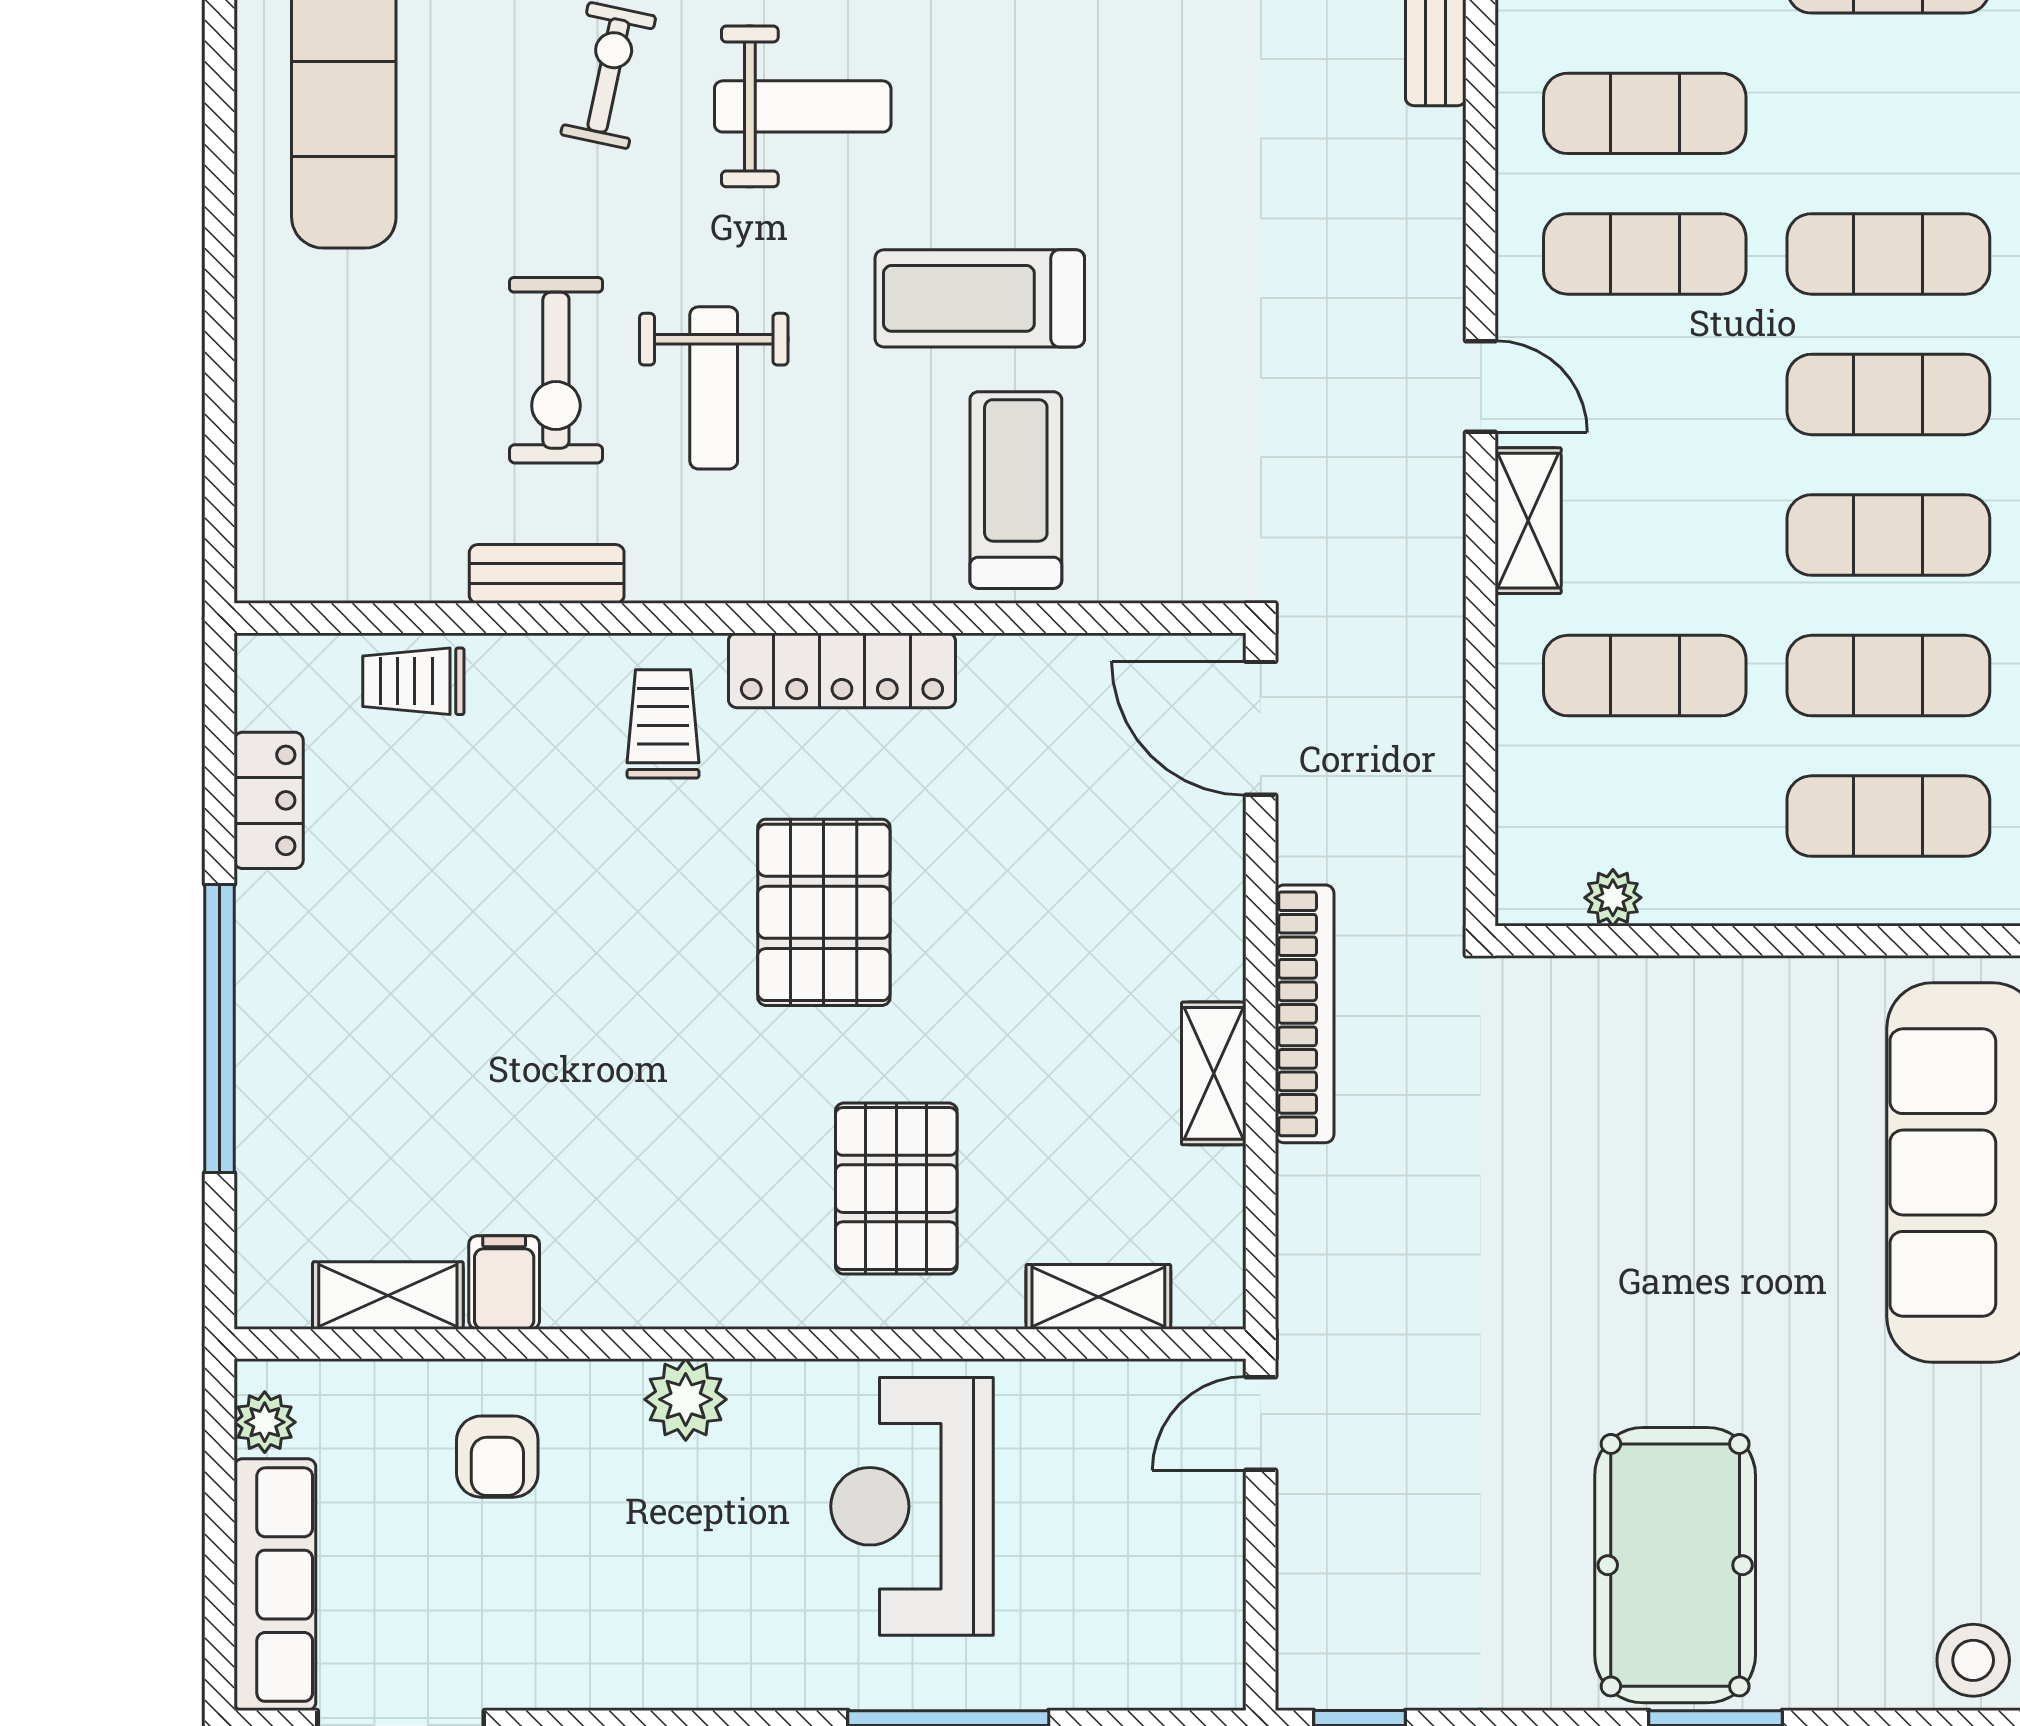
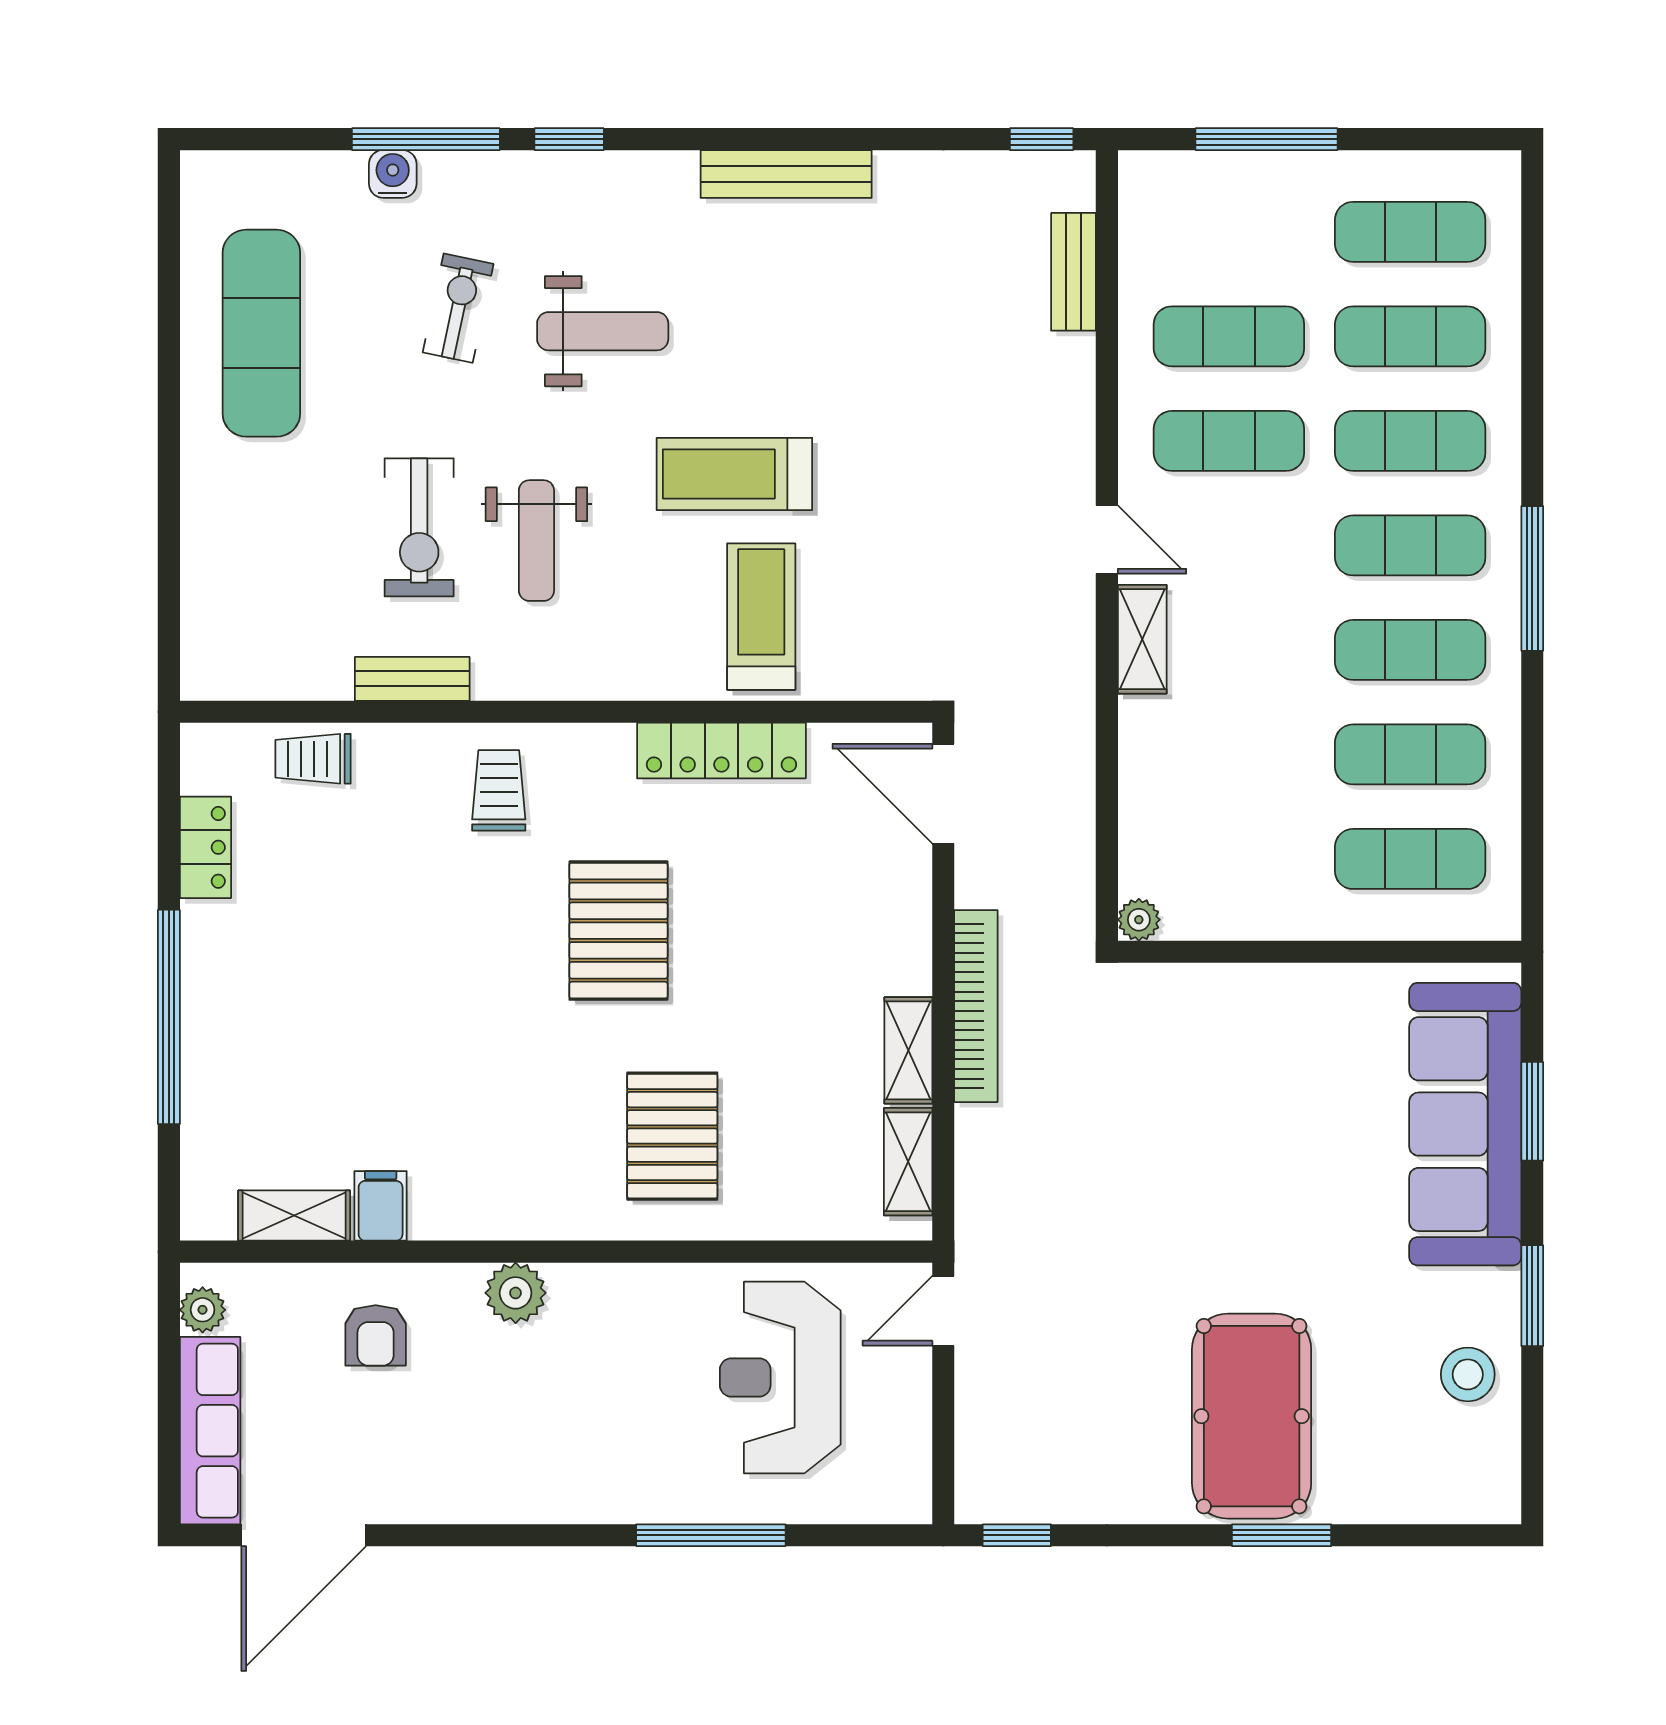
locker: (842, 670) -> (721, 751), moved
exercise mat: (1645, 676) -> (1410, 336), moved
plant: (1613, 898) -> (1139, 920), moved
shelving: (1098, 1297) -> (908, 1162), moved, turned 90
reception desk: (912, 1506) -> (780, 1377), moved
stool: (1973, 1660) -> (1468, 1374), moved

